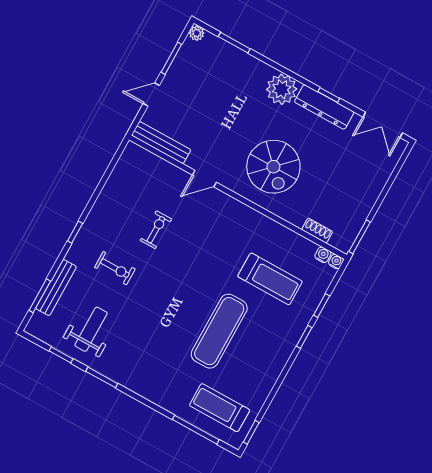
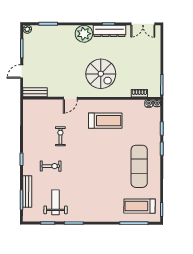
bench: (161, 143) -> (35, 92), width x0.73
treadmill: (270, 279) -> (105, 121), moved
exercise mat: (219, 331) -> (139, 166), moved

